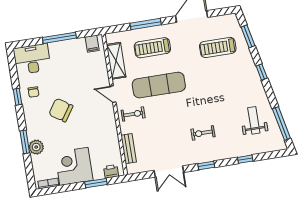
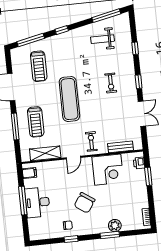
window: (248, 36) -> (31, 40), width x1.44
desk: (32, 59) -> (37, 202), moved
exercise mat: (159, 85) -> (69, 99), moved
corner desk: (74, 166) -> (108, 170), moved, turned -90

